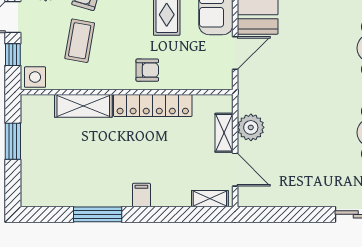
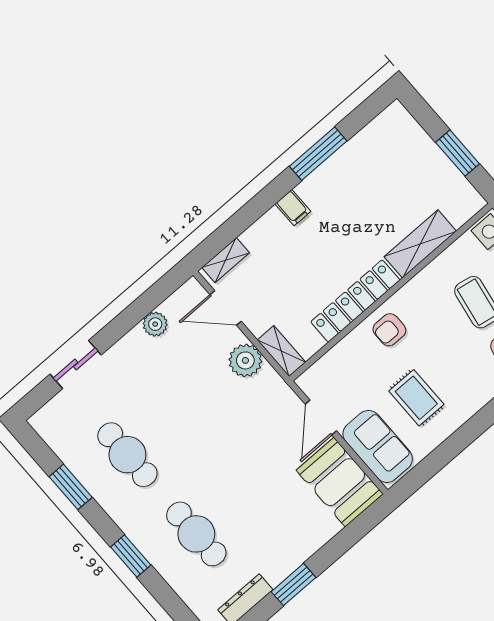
shelving: (224, 133) -> (281, 351), moved
plant: (286, 197) -> (155, 324), added

